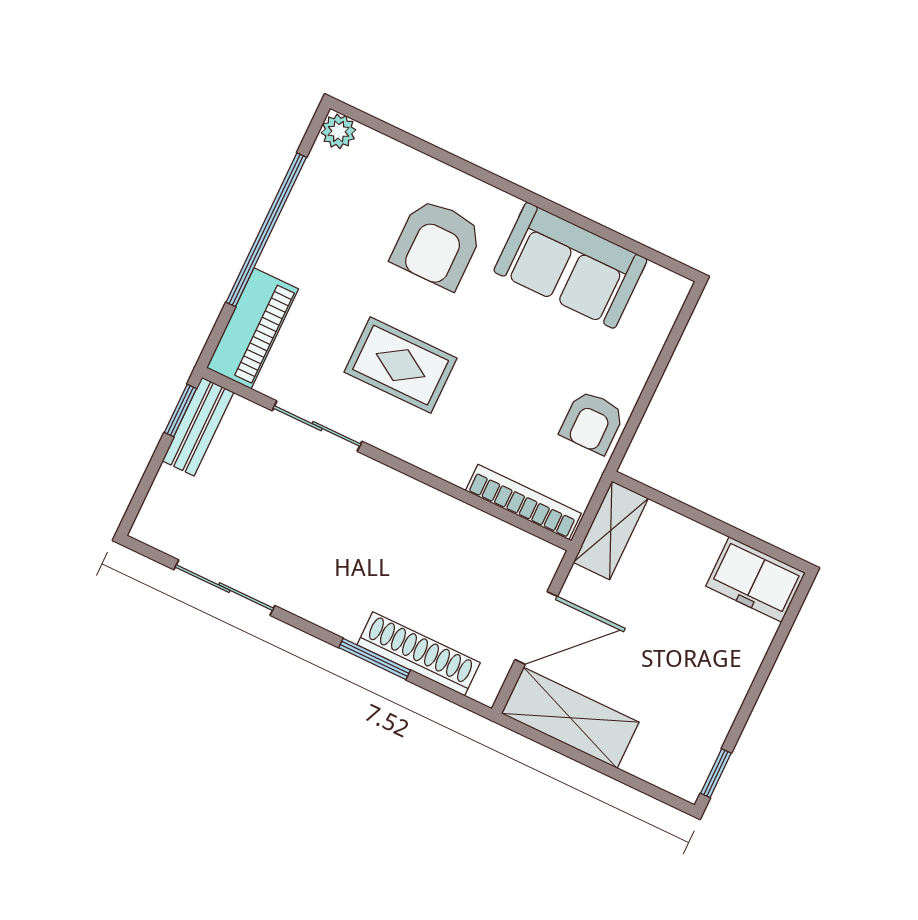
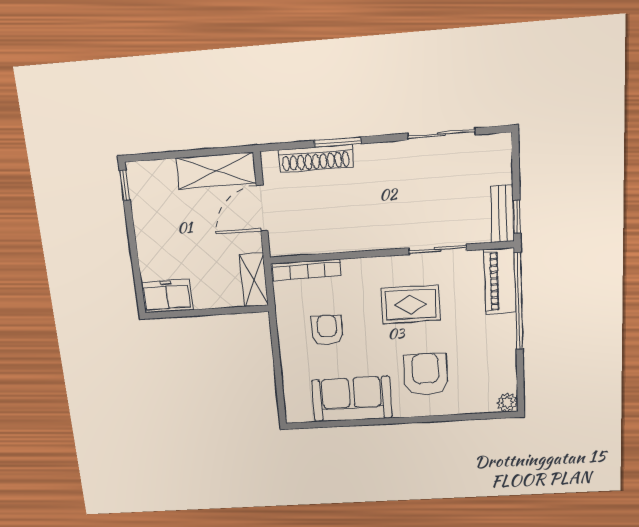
window: (266, 230) -> (519, 301), moved
armchair: (592, 422) -> (327, 330), moved

